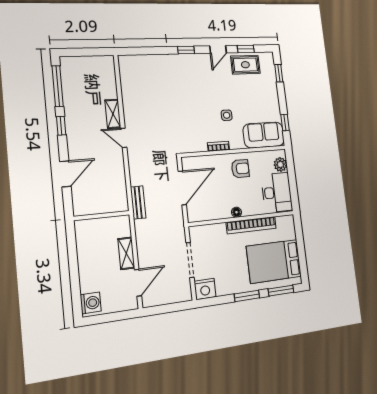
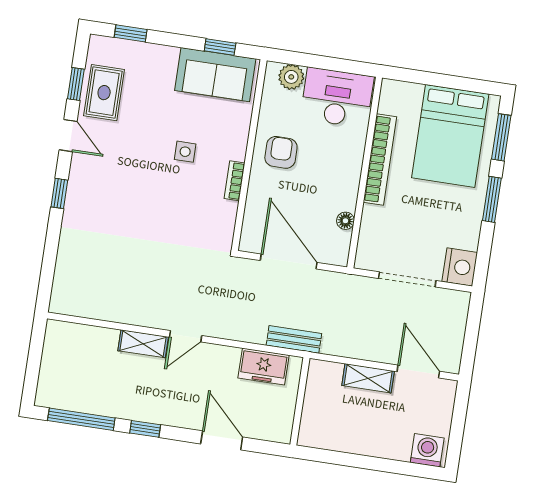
sofa: (264, 135) -> (215, 75), moved, turned -90
freezer: (117, 188) -> (263, 367), added
floor lamp: (236, 212) -> (345, 221), moved

